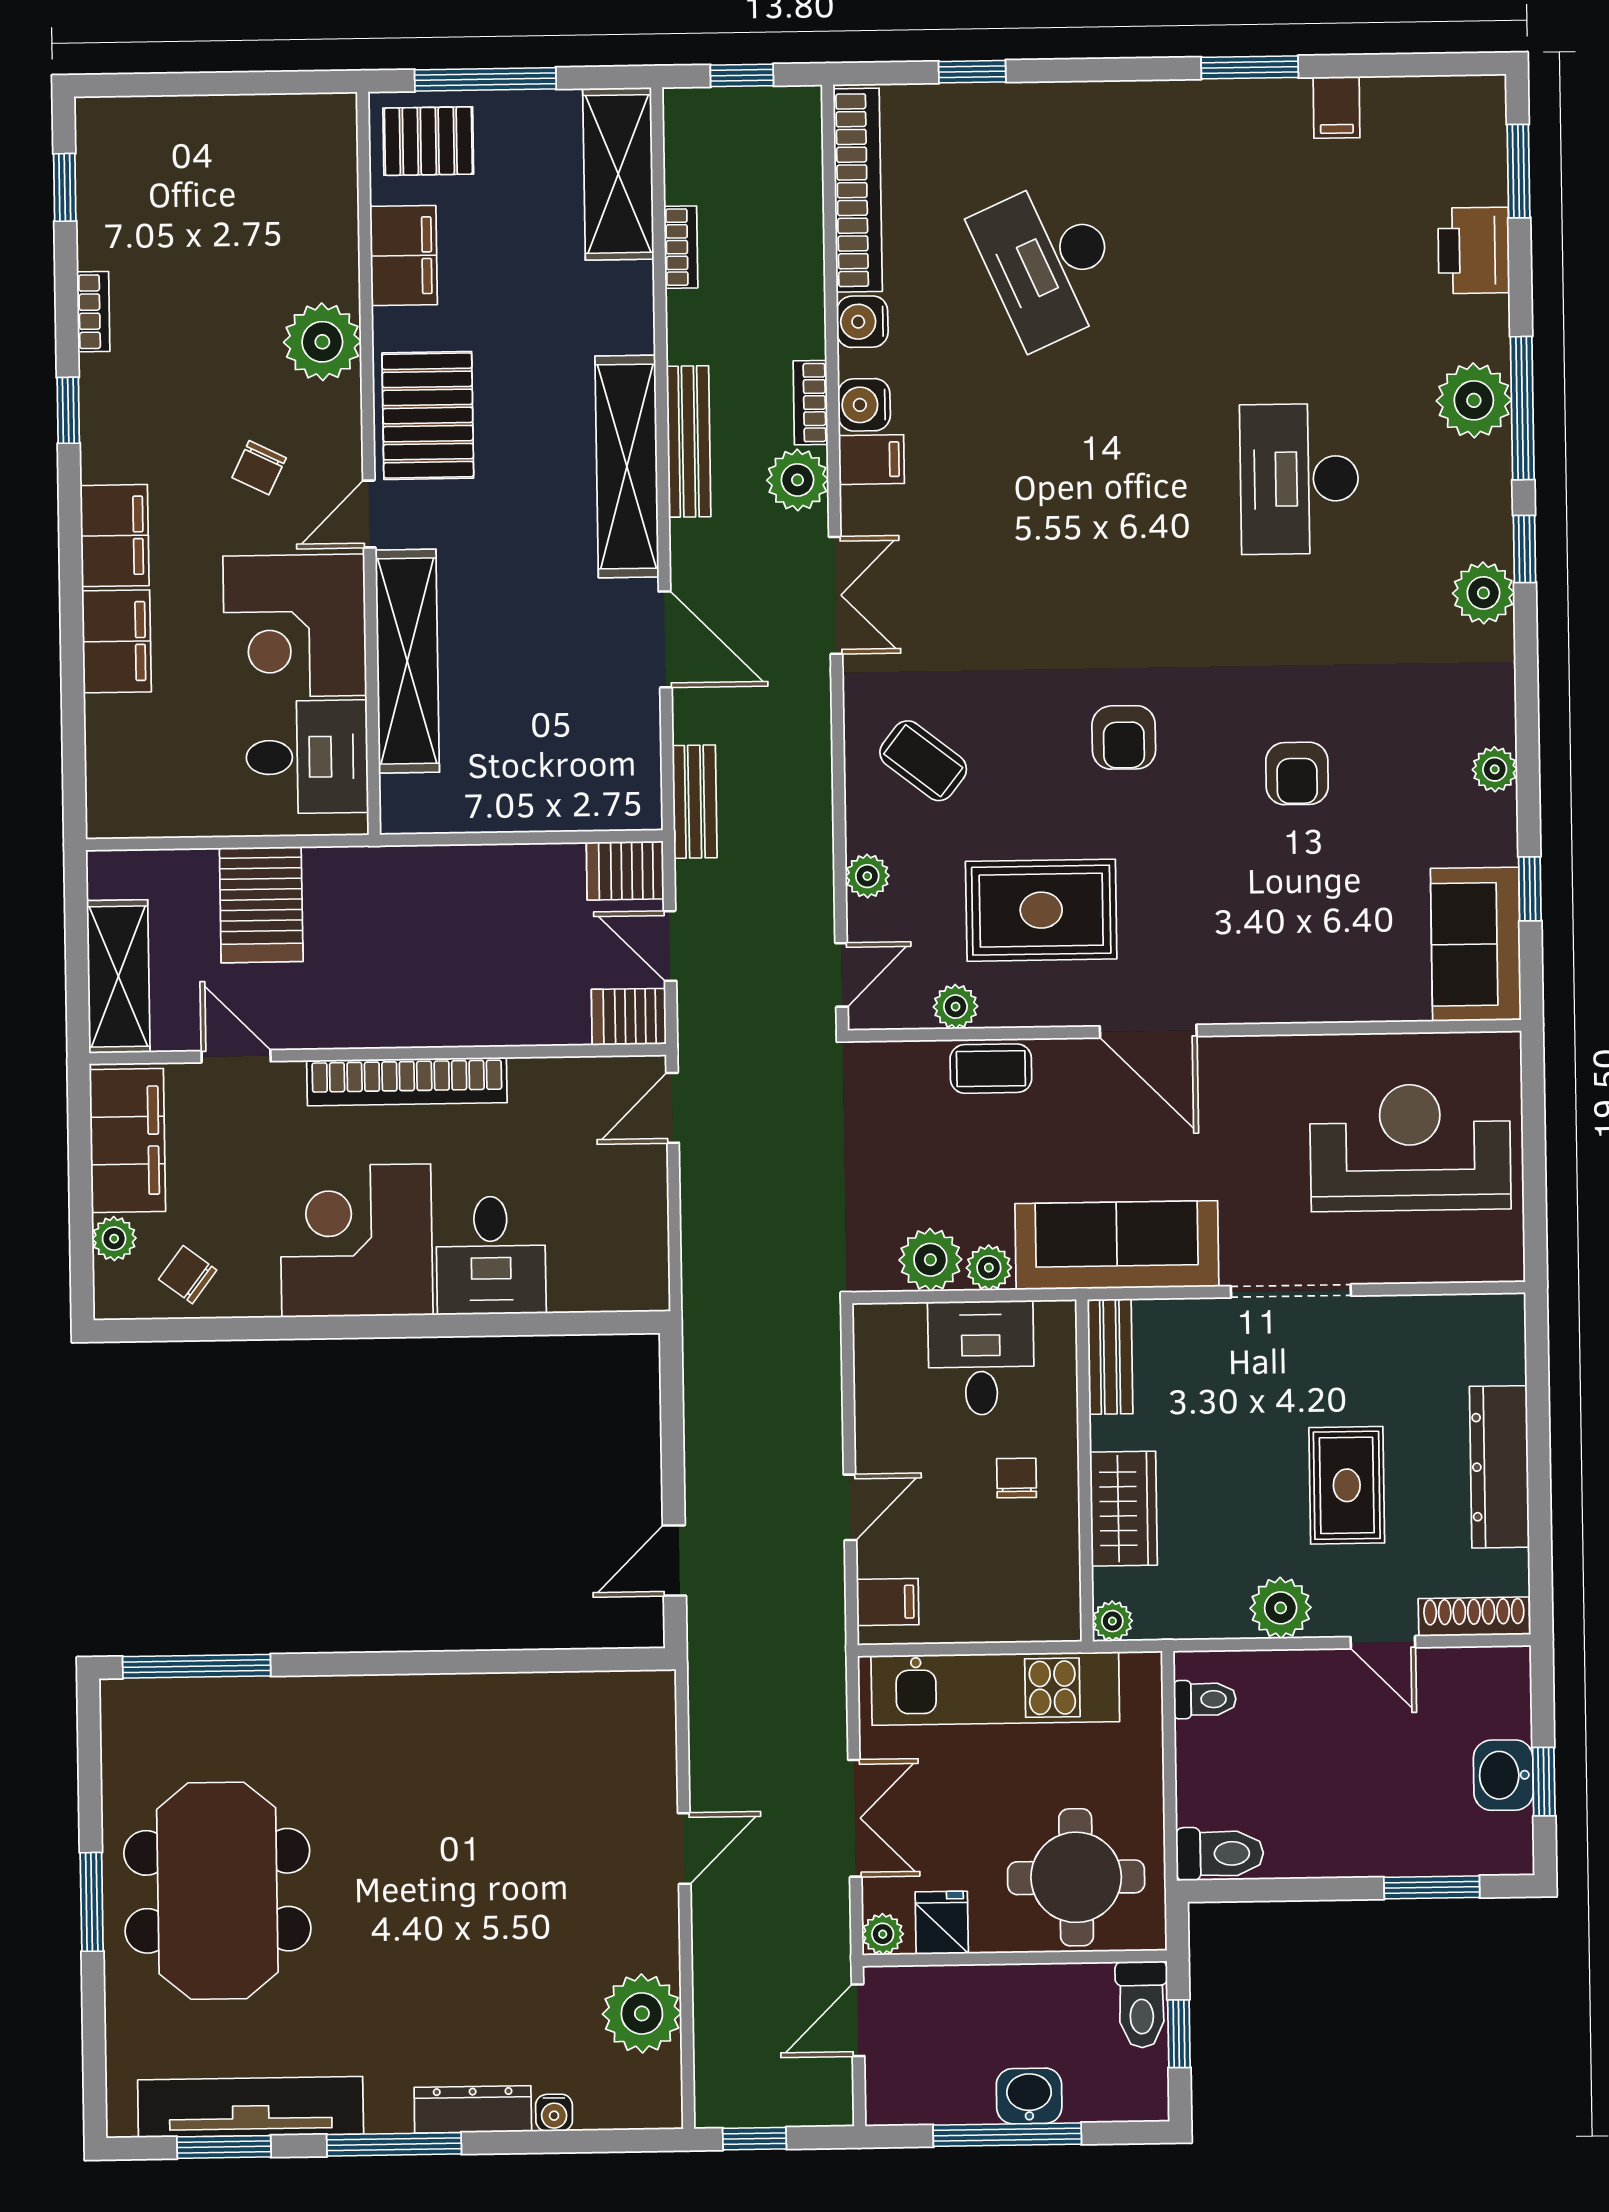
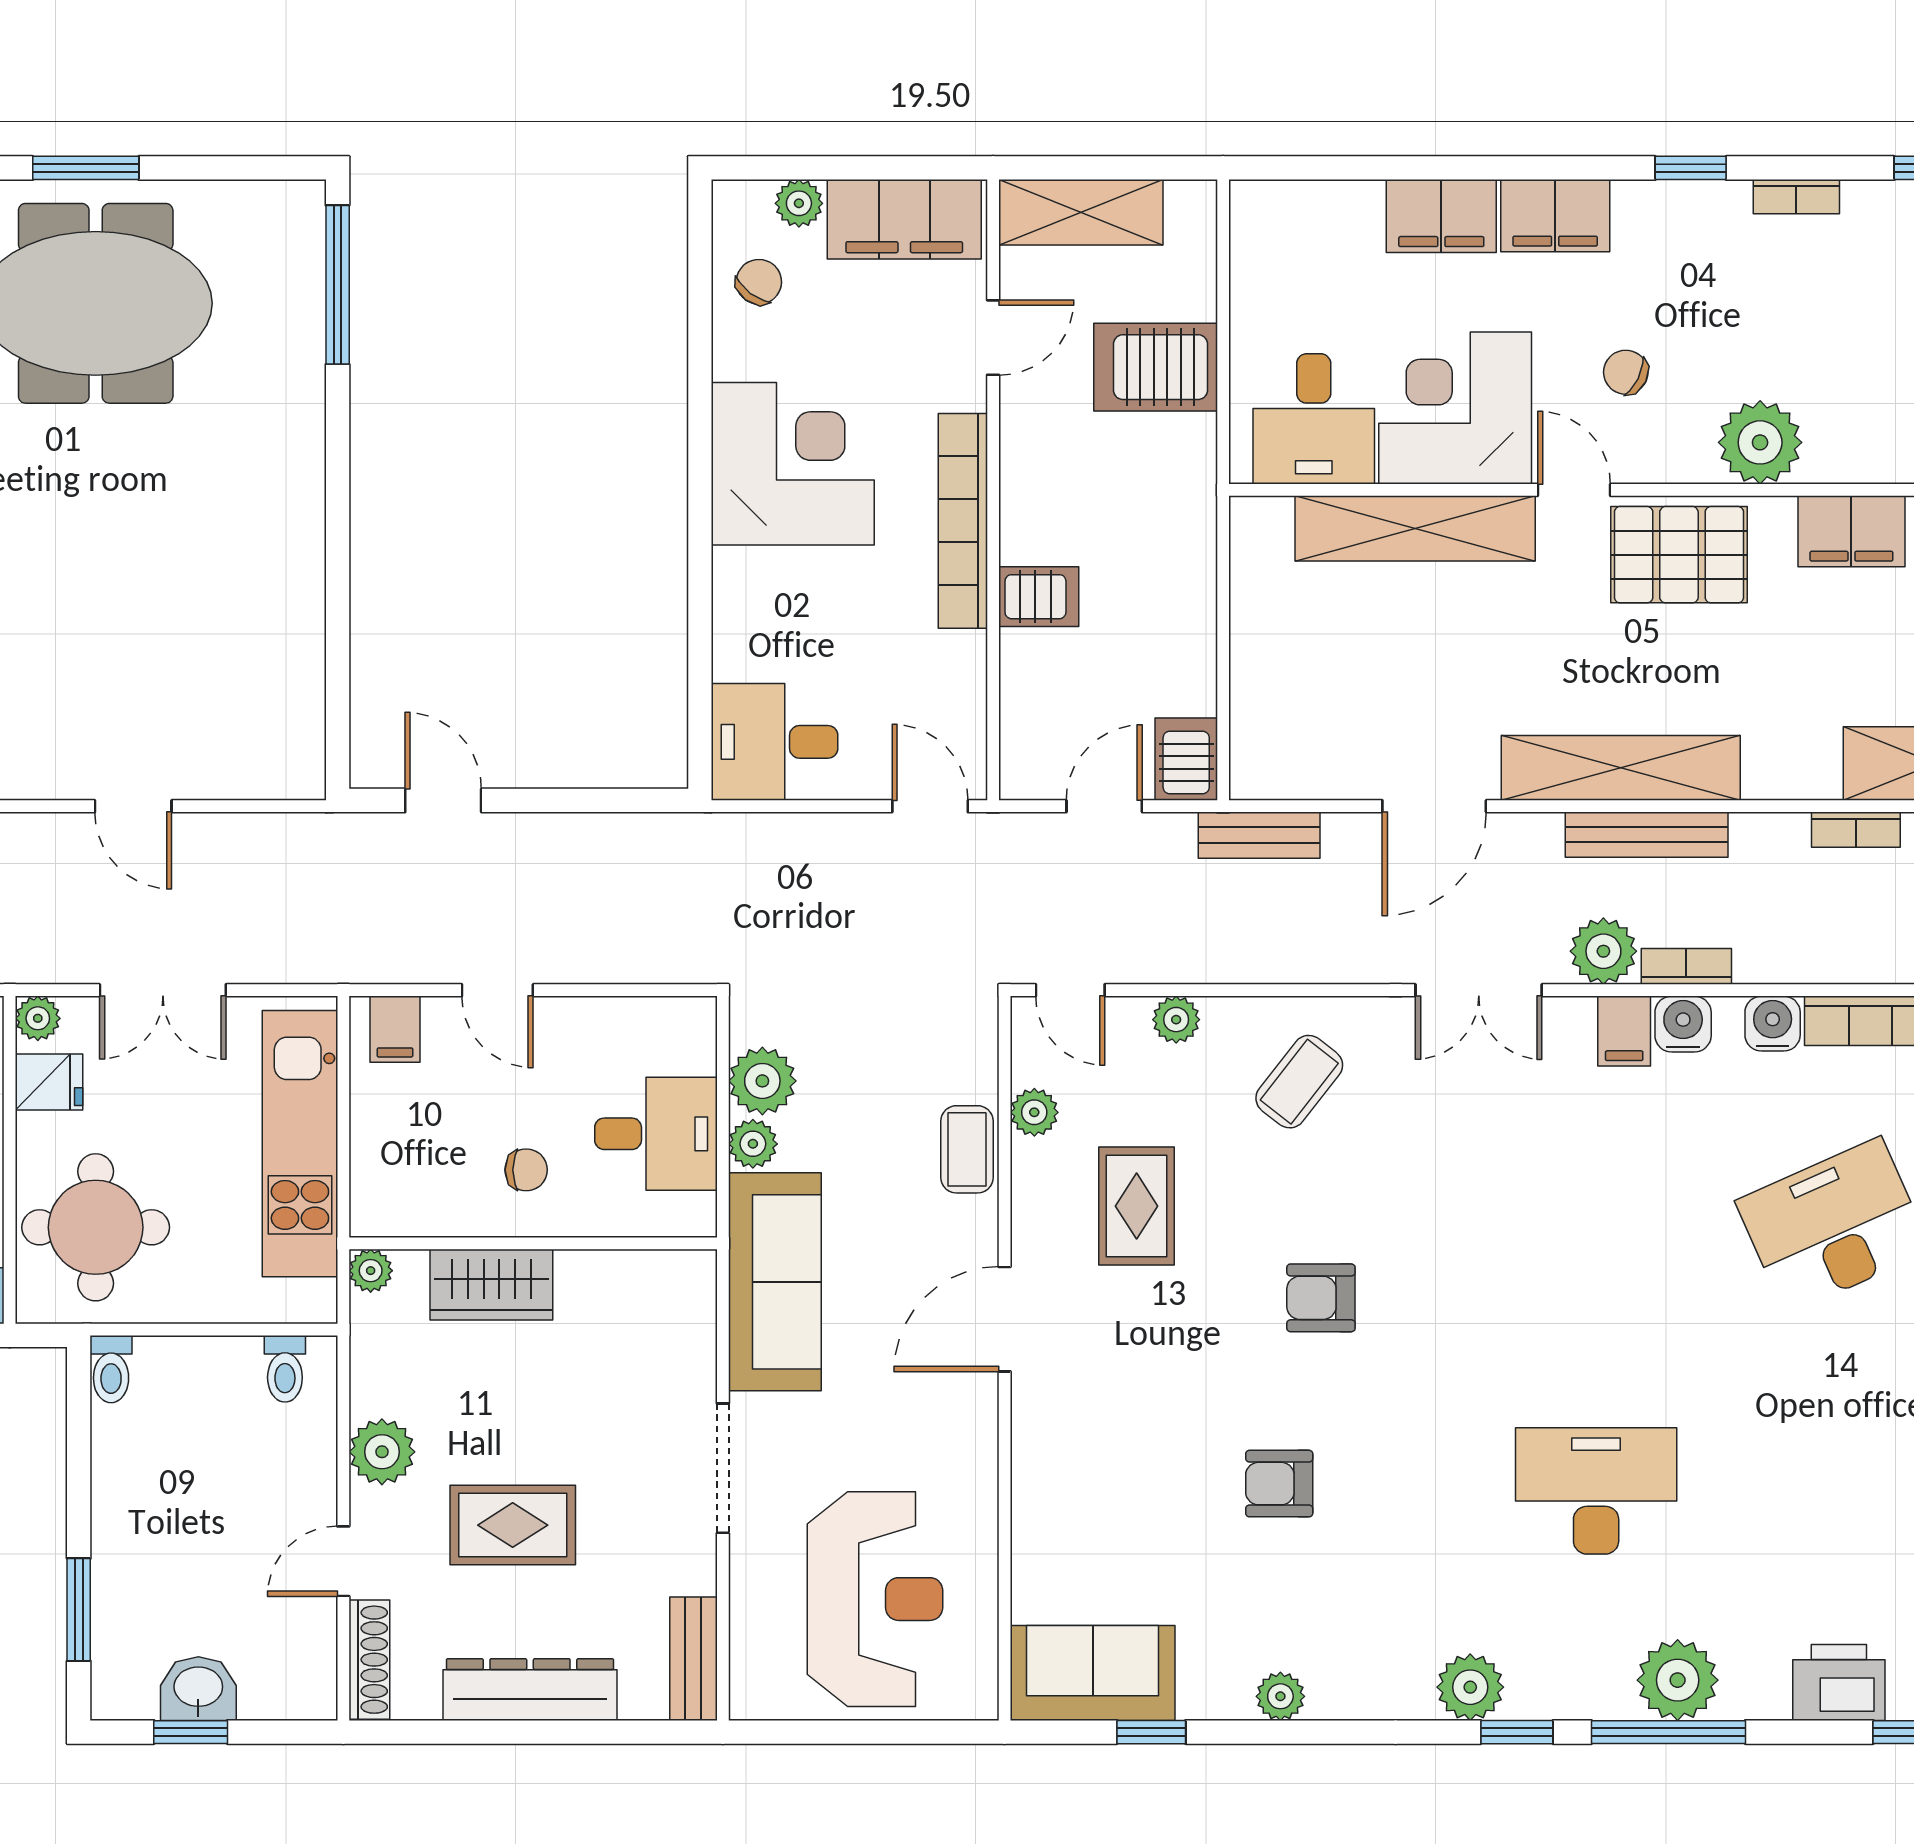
rug: (1041, 910) -> (1137, 1206), width x0.73, depth x0.70
server rack: (629, 1017) -> (1039, 597), moved, turned 90
desk: (491, 1255) -> (774, 742), moved
bench: (1110, 1357) -> (693, 1659), moved, turned 90
toilet: (1220, 1854) -> (111, 1369), width x0.73, depth x0.72

